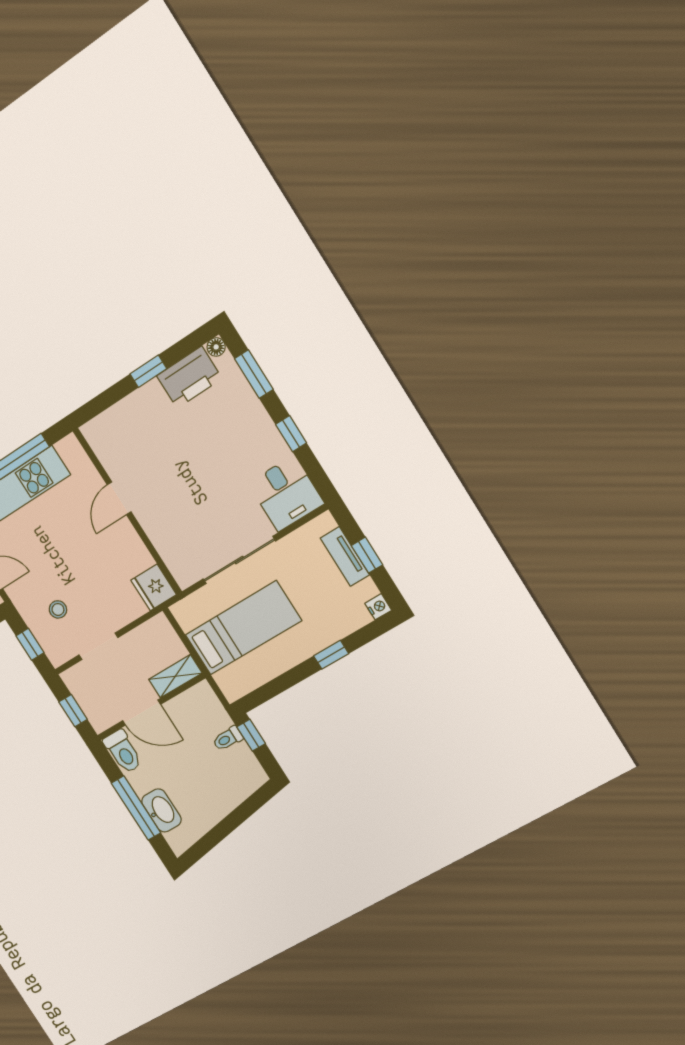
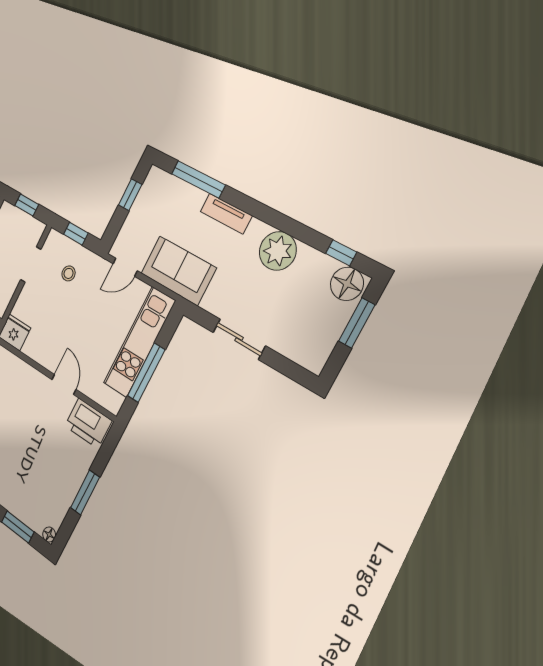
window: (148, 371) -> (85, 492), width x1.50
printer: (189, 377) -> (88, 423), moved, turned -90

